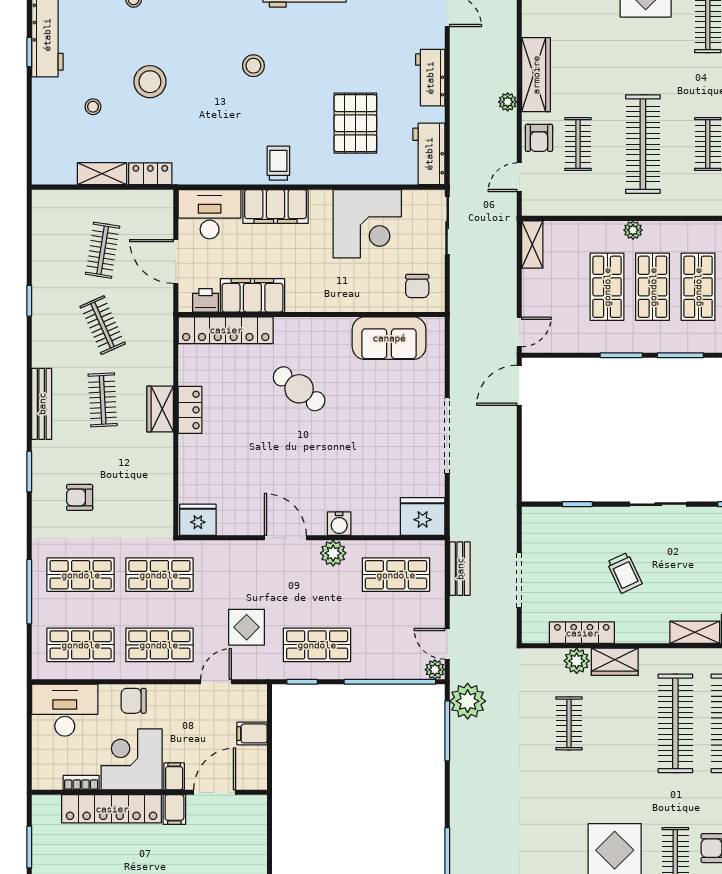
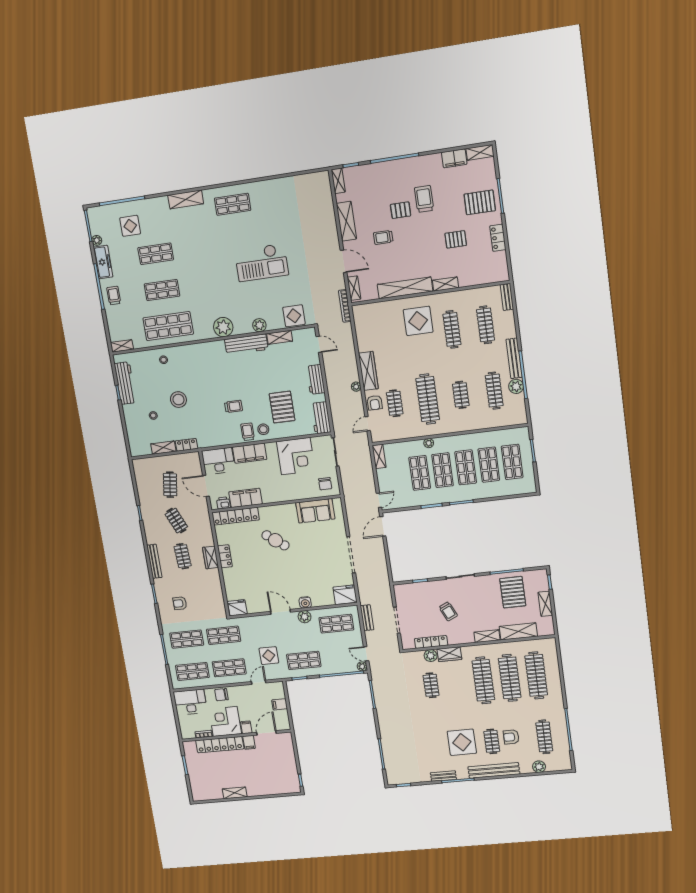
stool: (253, 66) -> (263, 429), moved
trolley: (259, 109) -> (234, 406), added
plant: (468, 701) -> (380, 680), removed

